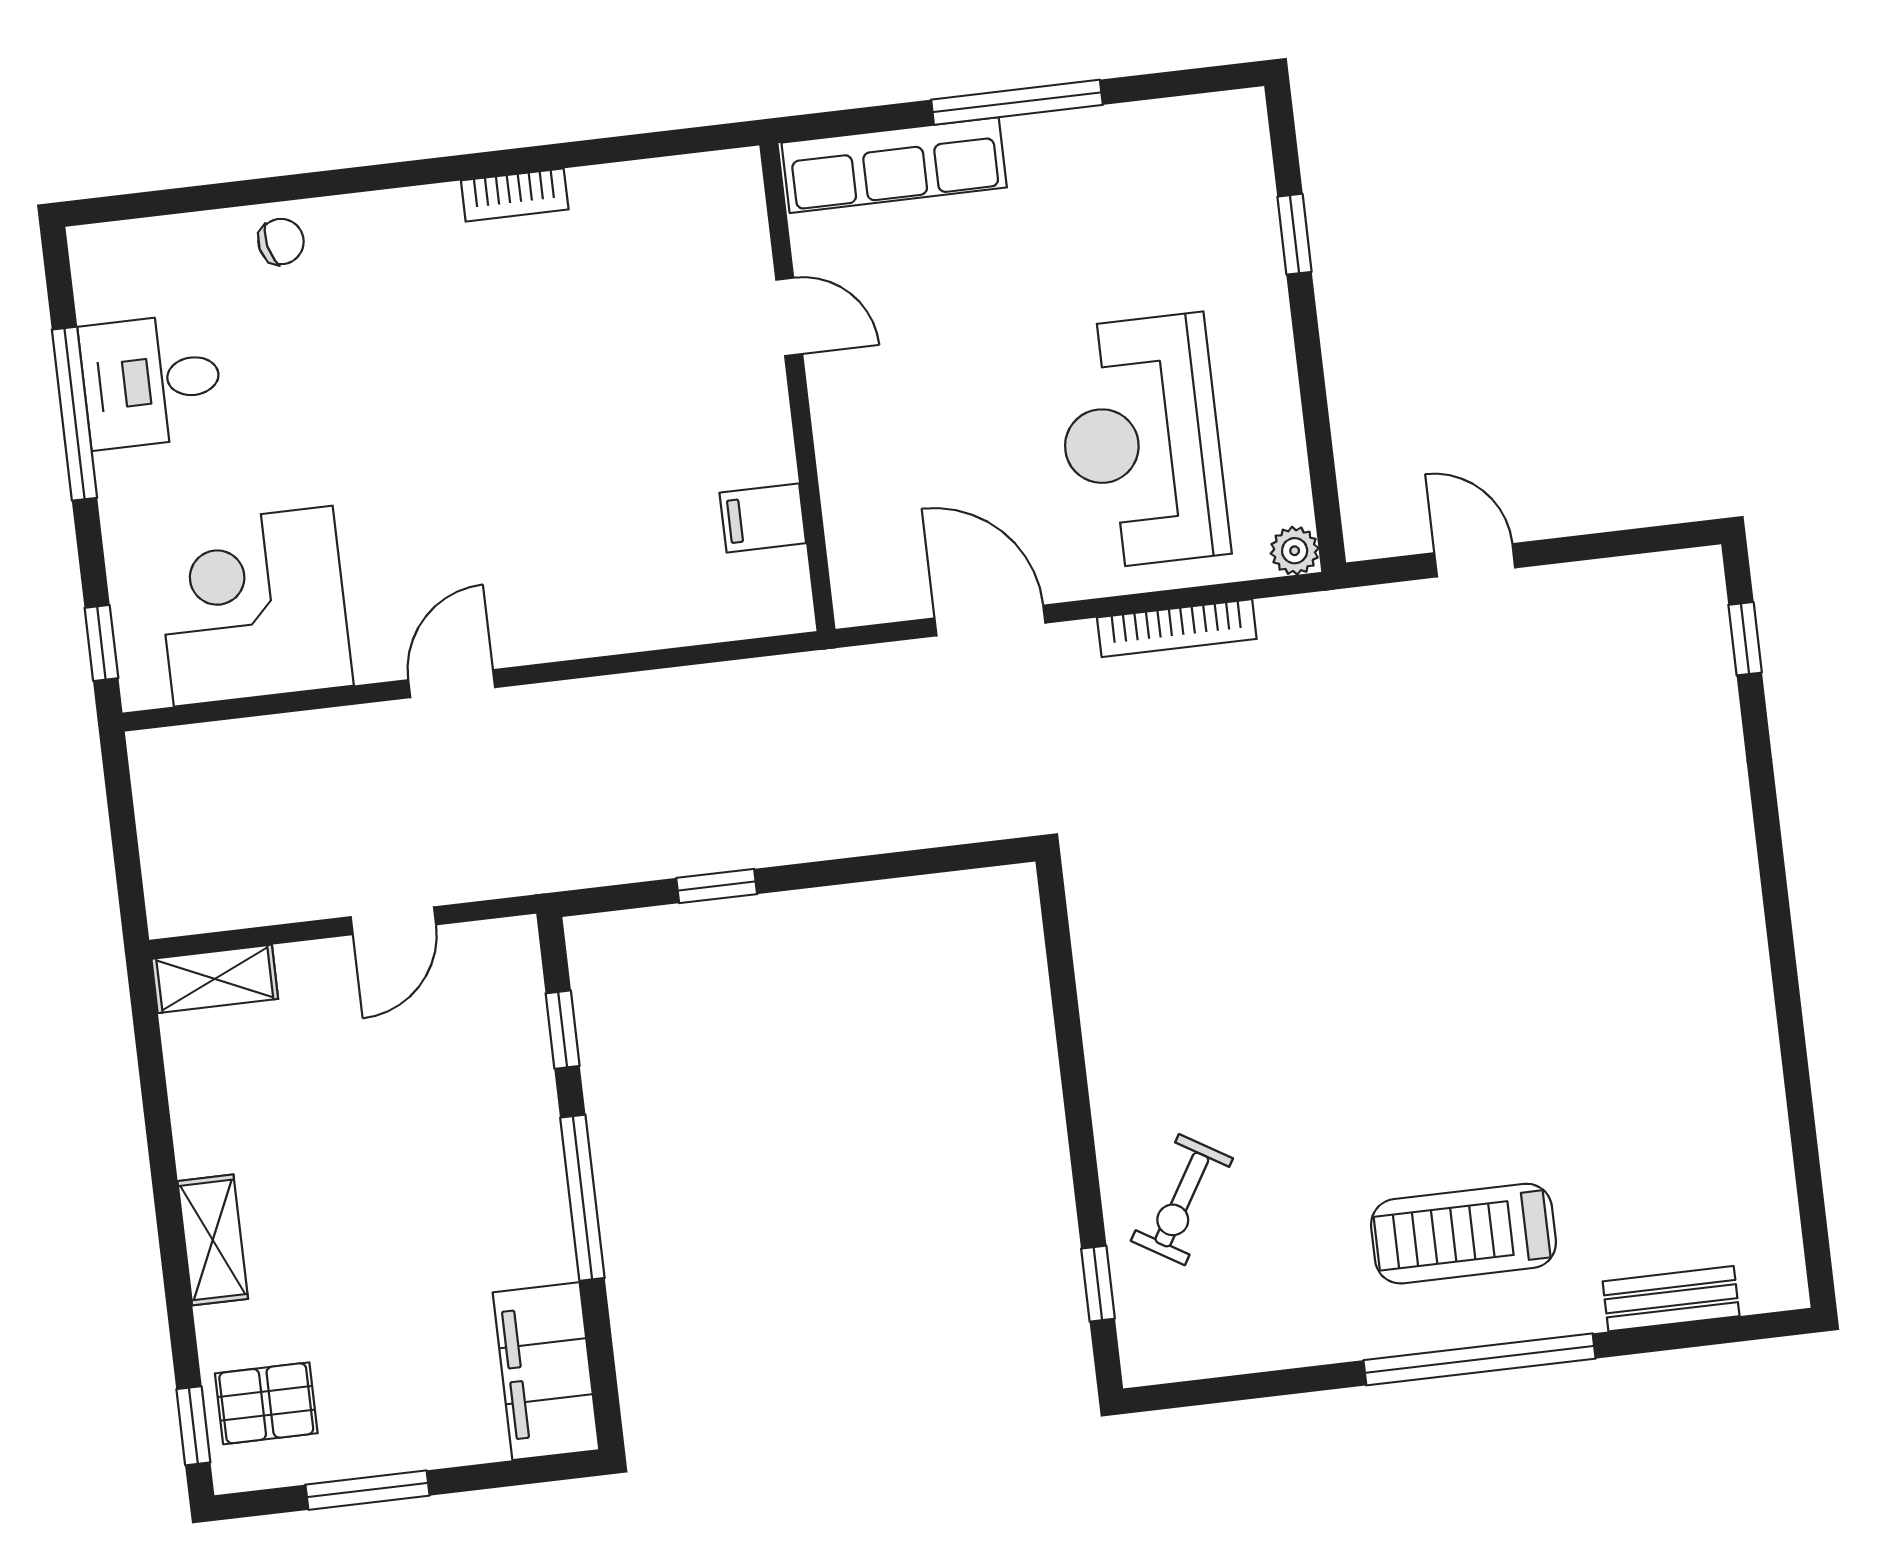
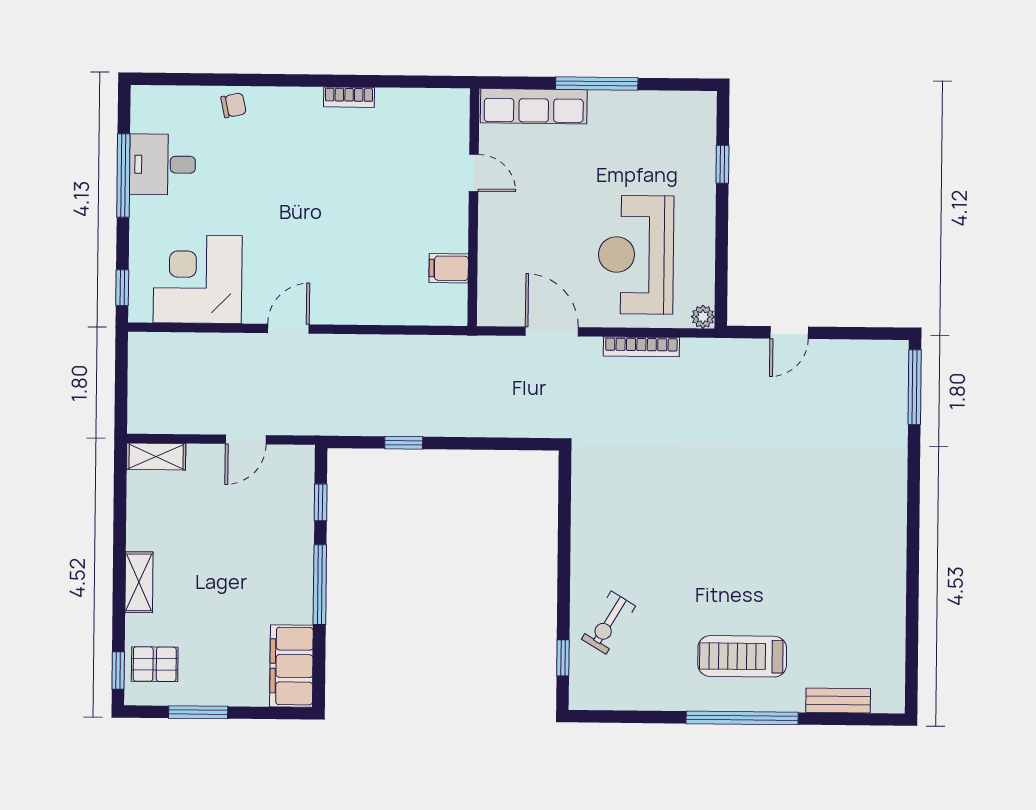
door: (1475, 560) -> (789, 333), swing flipped
window: (1745, 639) -> (915, 387), width x2.17

